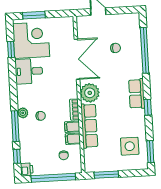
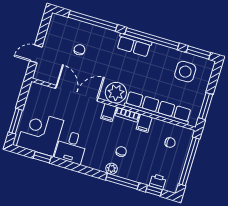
window: (148, 107) -> (152, 39), width x3.17
row of seats: (89, 126) -> (158, 108), width x1.36
filing cabinet: (73, 139) -> (109, 113), moved
printer: (27, 169) -> (158, 182), moved

